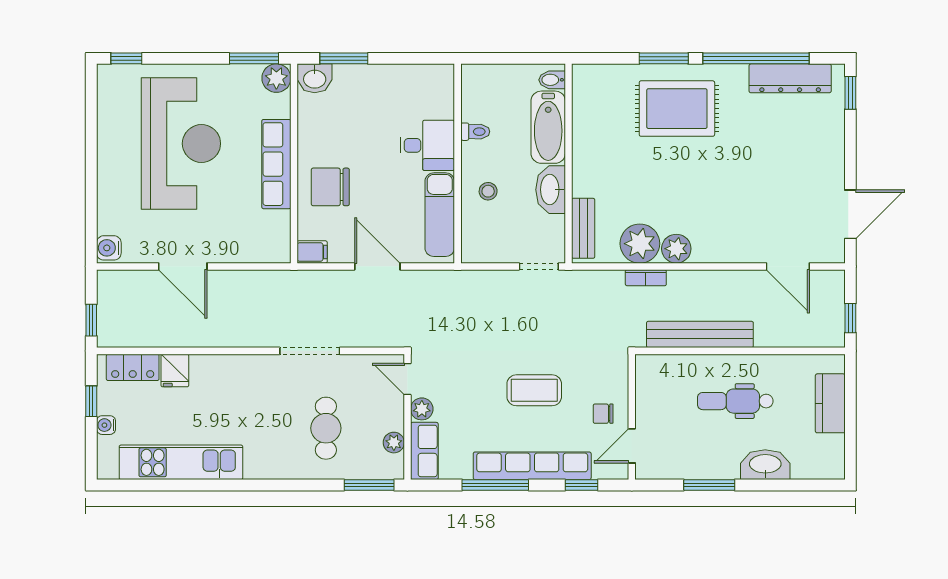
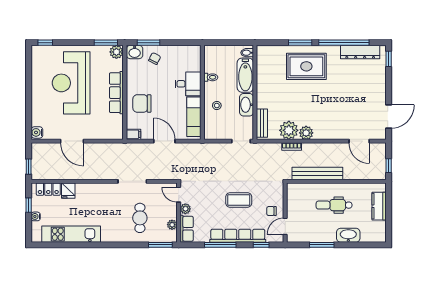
chair: (357, 92) -> (155, 59), added
reception desk: (181, 144) -> (71, 83), turned 180

